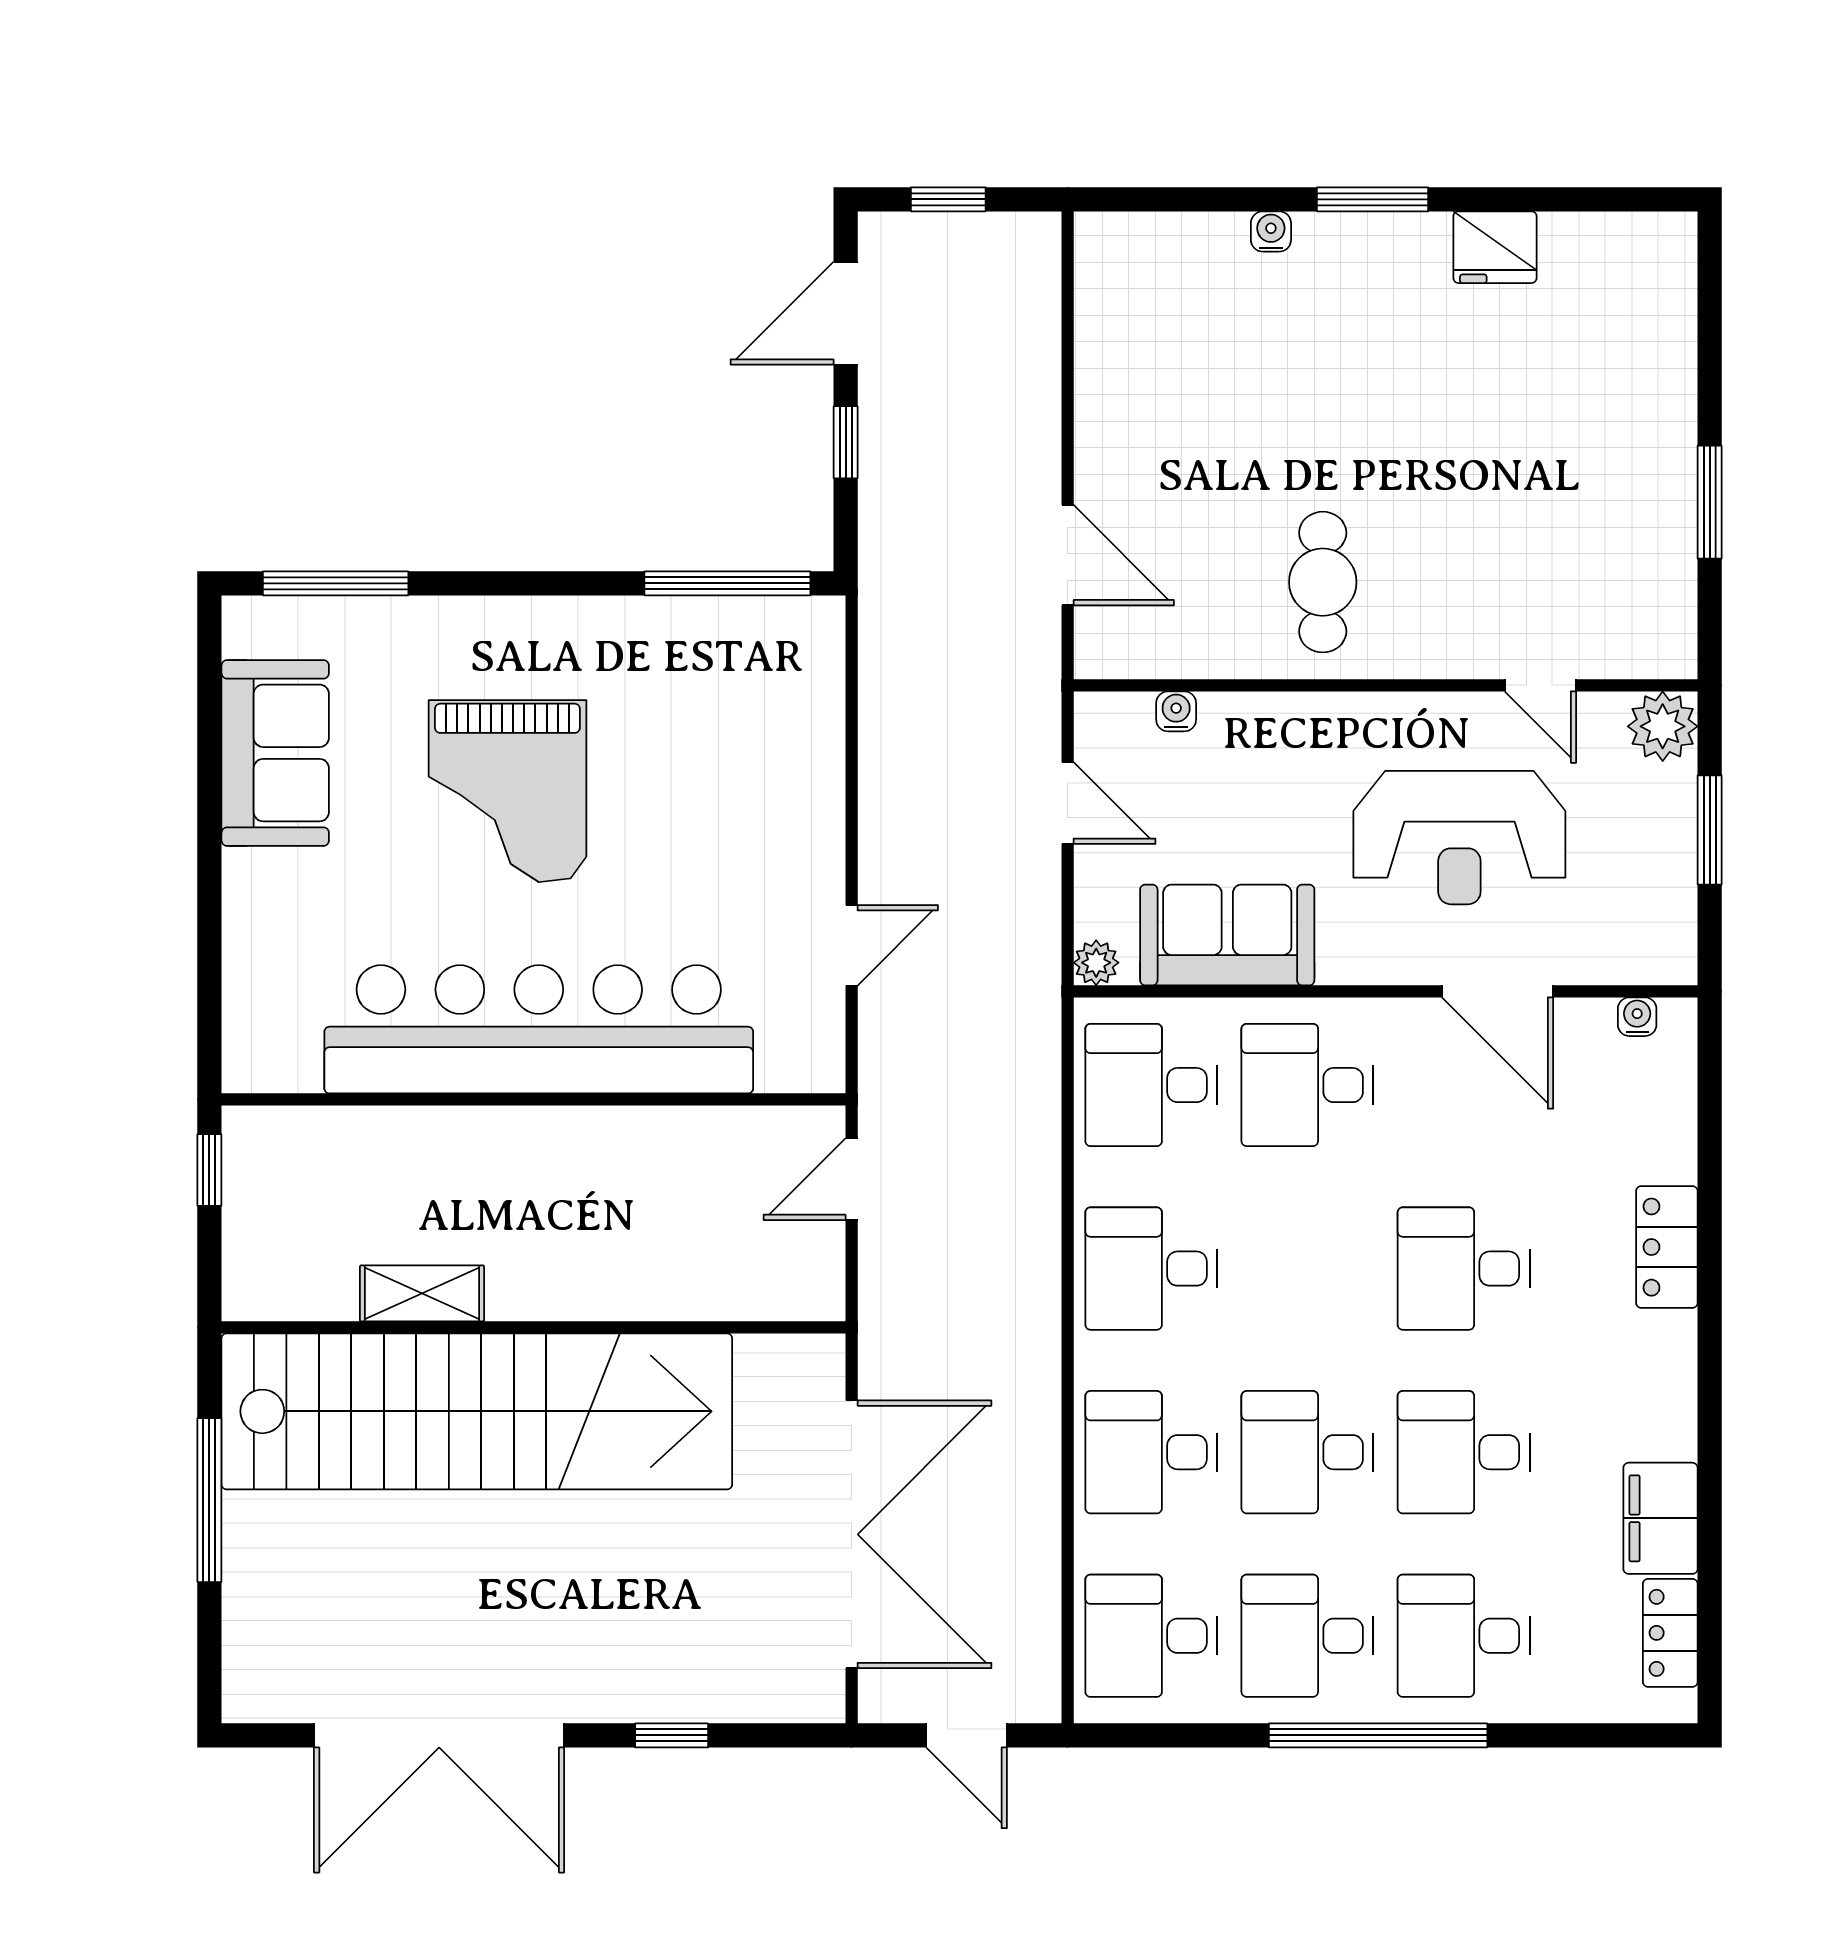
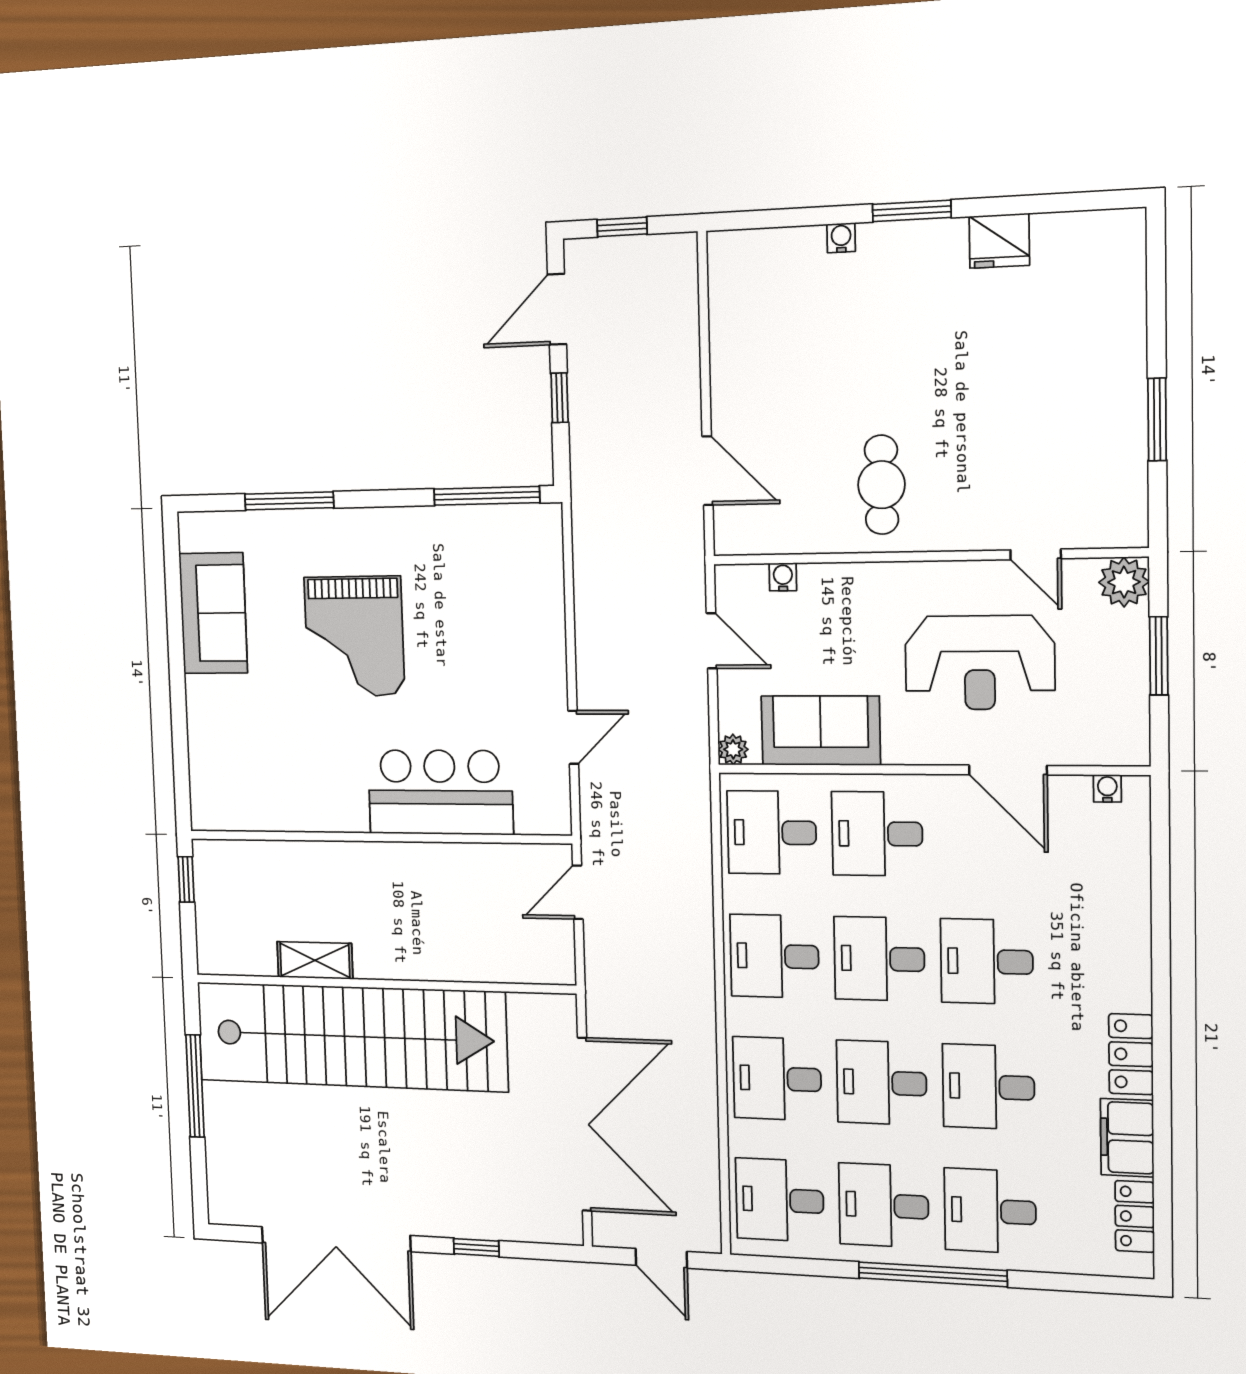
window: (336, 583) -> (289, 501), moved
bar counter: (539, 1029) -> (440, 792), width x0.54
locker: (1667, 1247) -> (1131, 1054), moved
desk: (1307, 1269) -> (879, 959), added

